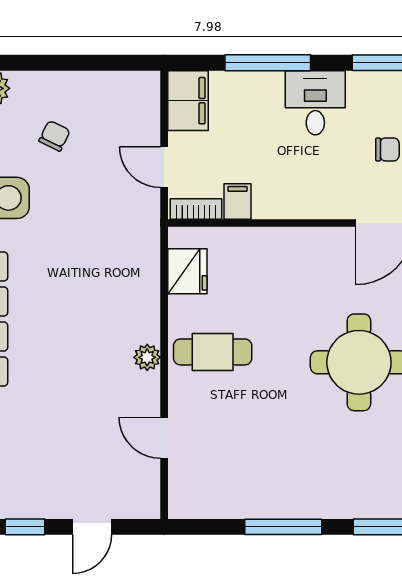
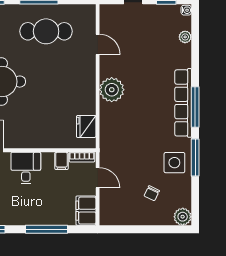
desk: (315, 103) -> (26, 168), moved, turned 180
cafe table: (213, 352) -> (46, 31), moved, width x1.37, depth x1.35
plant: (147, 357) -> (112, 90), width x1.88, depth x1.88

